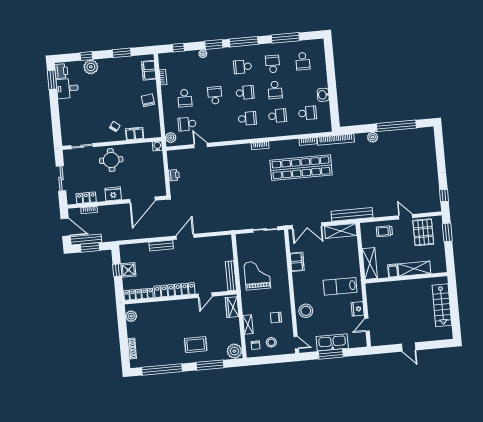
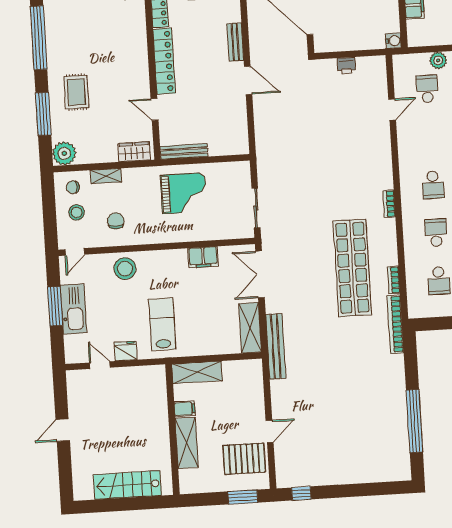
school desk: (277, 116) -> (436, 233), turned 180
plant: (373, 137) -> (397, 383), removed
plant: (171, 138) -> (438, 60), moved
trolley: (384, 231) -> (248, 397), removed

